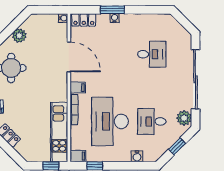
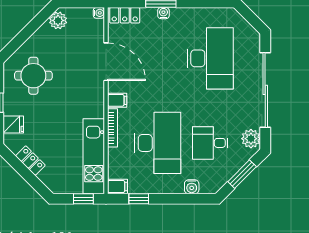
plant: (19, 35) -> (58, 20), moved
desk: (152, 54) -> (210, 58), width x1.87, depth x1.30
desk: (110, 121) -> (158, 143), turned 180
window: (177, 146) -> (242, 174), width x1.50

